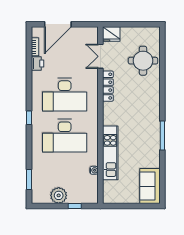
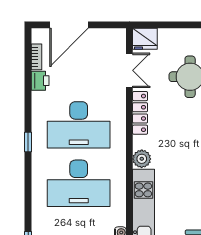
double door: (100, 56) -> (129, 70), swing flipped
window: (29, 118) -> (28, 142), moved
plant: (109, 118) -> (142, 159), added

